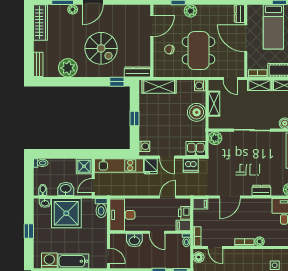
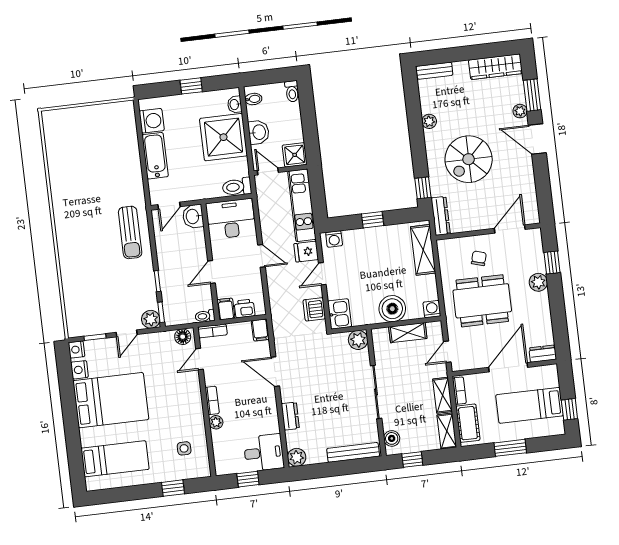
door: (152, 26) -> (510, 229), swing flipped
plant: (68, 68) -> (429, 121), width x0.53, depth x0.53
door: (168, 197) -> (261, 256), moved
washbasin: (134, 240) -> (193, 216), moved

